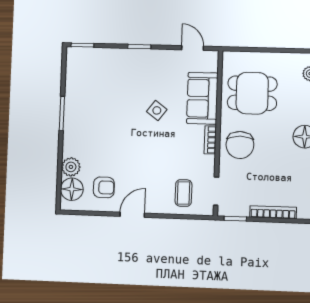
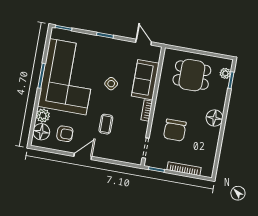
dining table: (252, 93) -> (192, 75), moved
corner sofa: (97, 110) -> (68, 77), added
chair: (240, 145) -> (175, 130), moved
coffee table: (183, 193) -> (106, 124), moved

